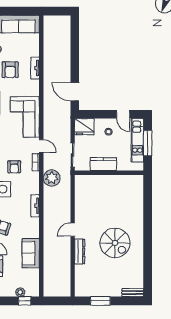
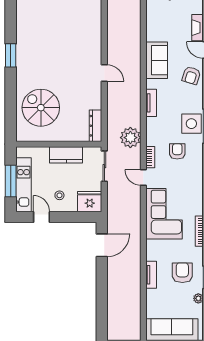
door: (75, 92) -> (102, 245), hinge flipped
door: (73, 230) -> (104, 73), hinge flipped
spiral stairs: (115, 243) -> (41, 108), moved
window: (148, 244) -> (11, 55), added
dresser: (80, 251) -> (96, 126), moved
sofa: (31, 253) -> (157, 60), moved

